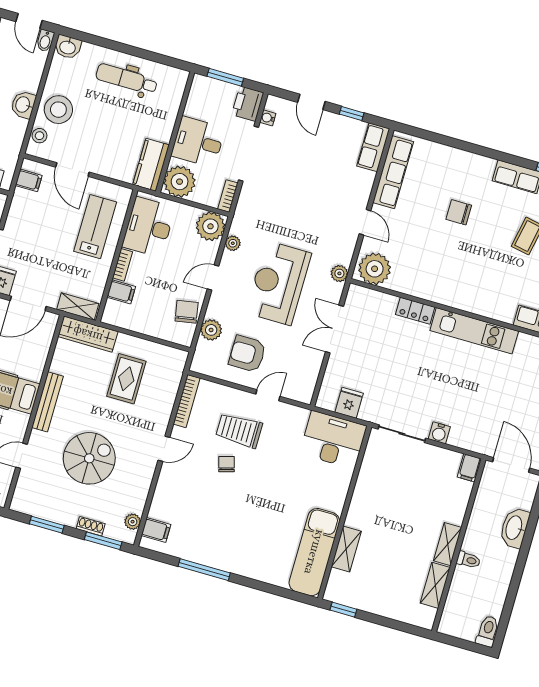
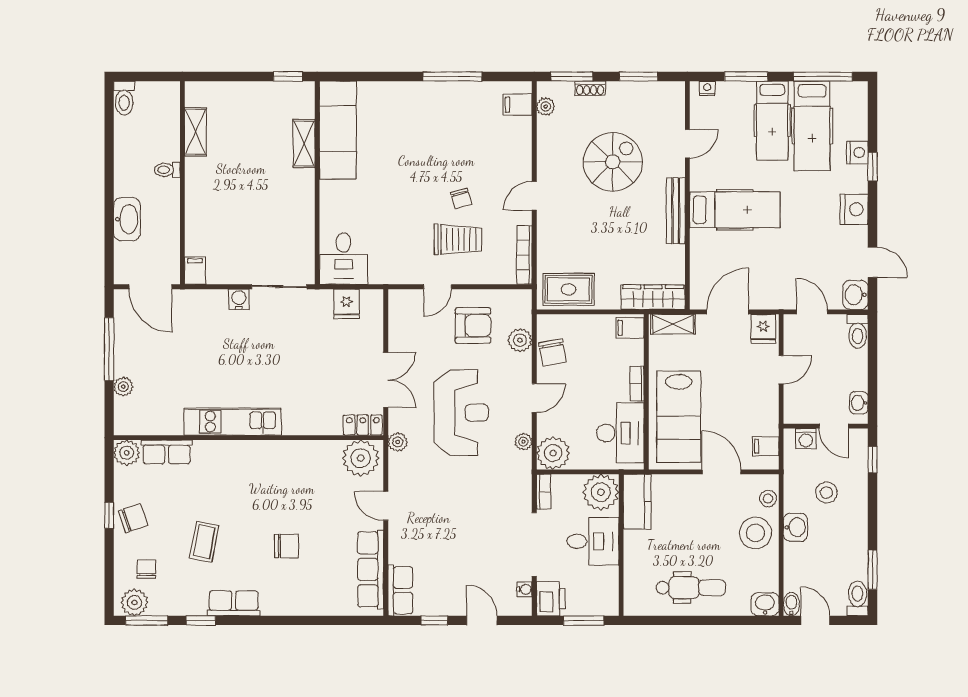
lab bench: (95, 227) -> (679, 417), width x1.36, depth x1.39
filing cabinet: (121, 292) -> (630, 328), moved
locker: (415, 311) -> (363, 425), moved
rug: (126, 379) -> (569, 289), moved, turned 90
desk: (333, 440) -> (343, 259), width x0.73
spiral stairs: (89, 458) -> (613, 162), turned 180
shelving: (448, 544) -> (195, 181), removed

